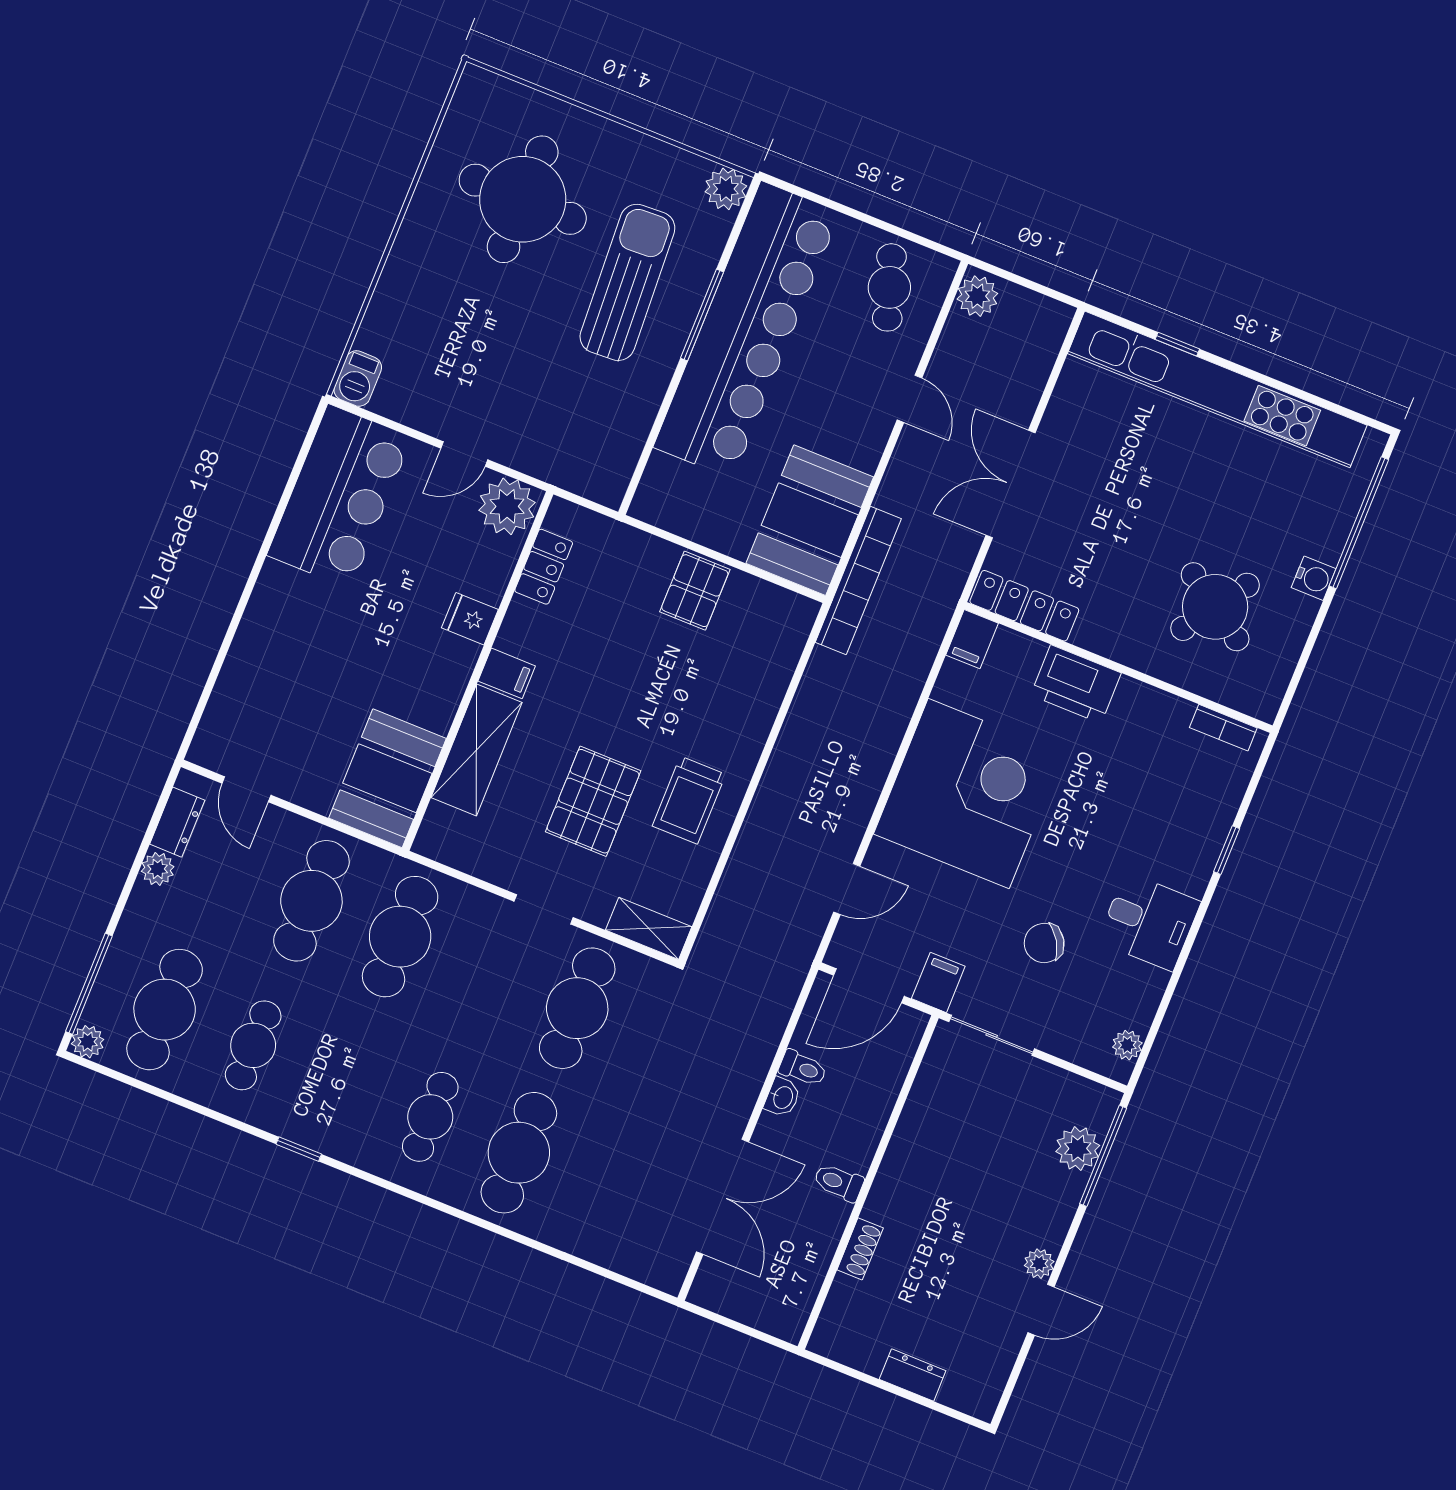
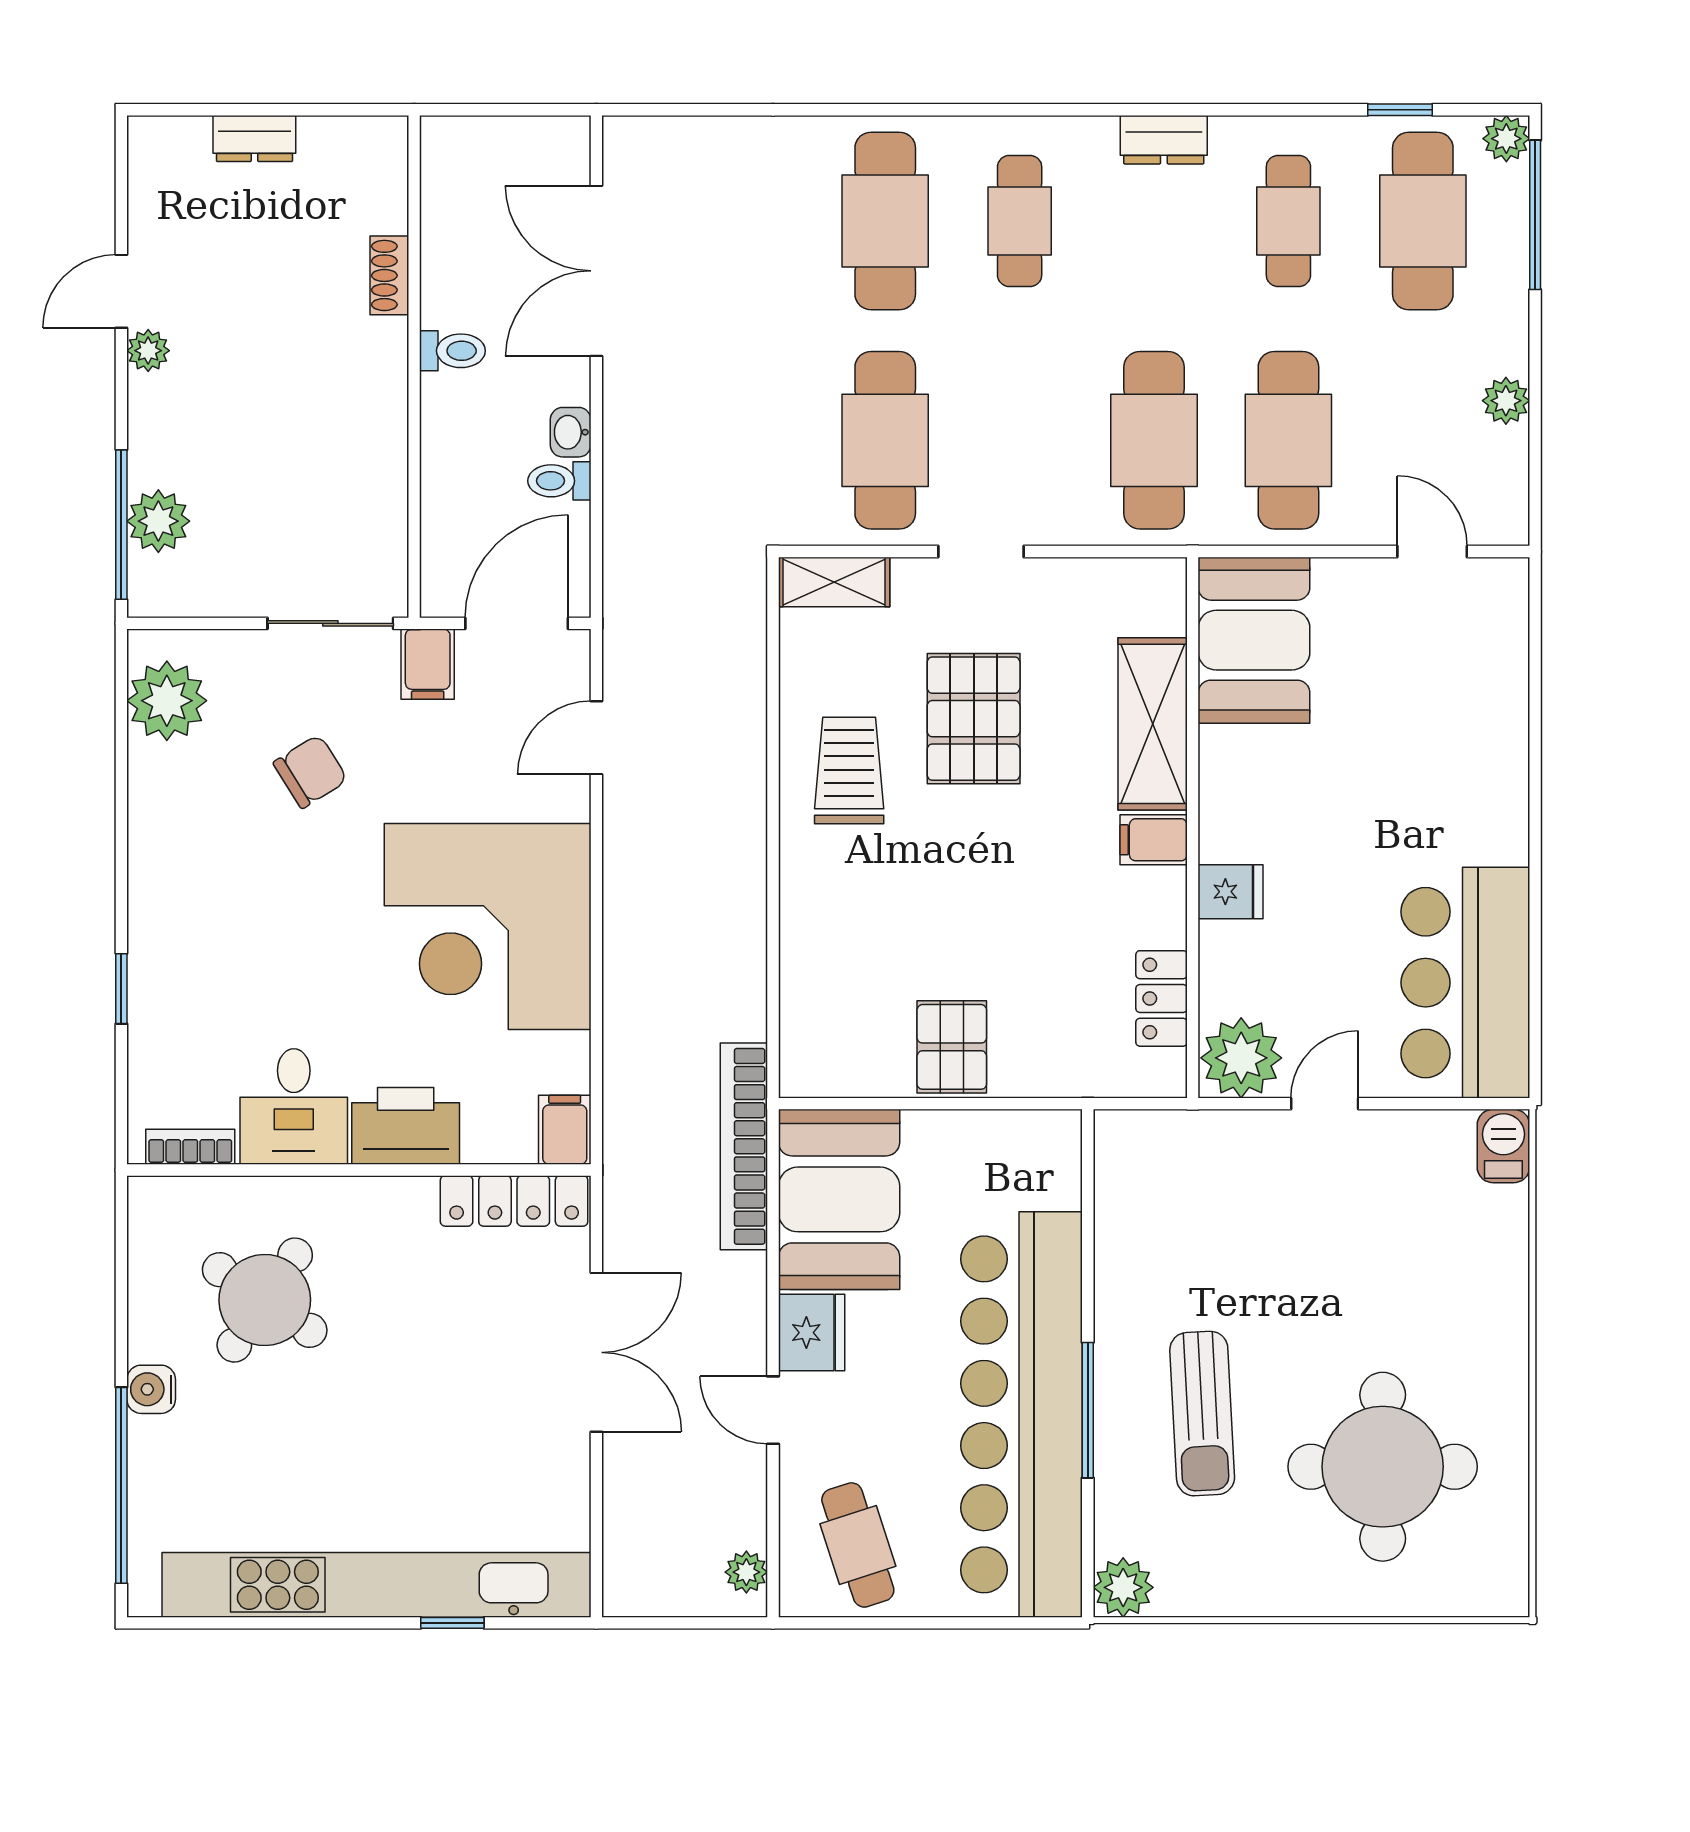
sun lounger: (627, 282) -> (1202, 1414), width x0.73, depth x0.75
plant: (977, 296) -> (746, 1572), width x0.73, depth x0.73
fridge: (863, 440) -> (812, 1333), added
dresser: (177, 822) -> (1164, 140), moved, turned -90
desk: (1149, 922) -> (294, 1107), moved, turned -90
plant: (1127, 1045) -> (167, 701), width x1.88, depth x1.88
window: (299, 1149) -> (1400, 110), moved

